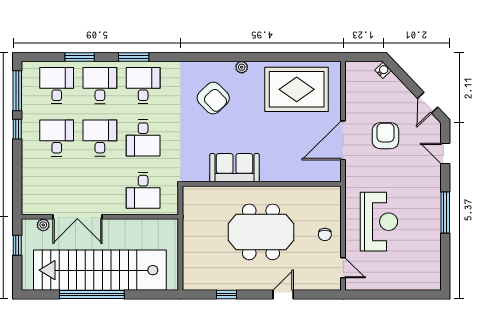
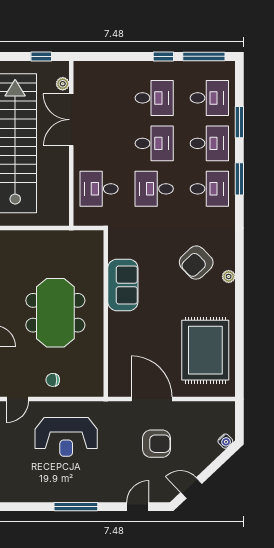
plant: (242, 67) -> (229, 276), moved

